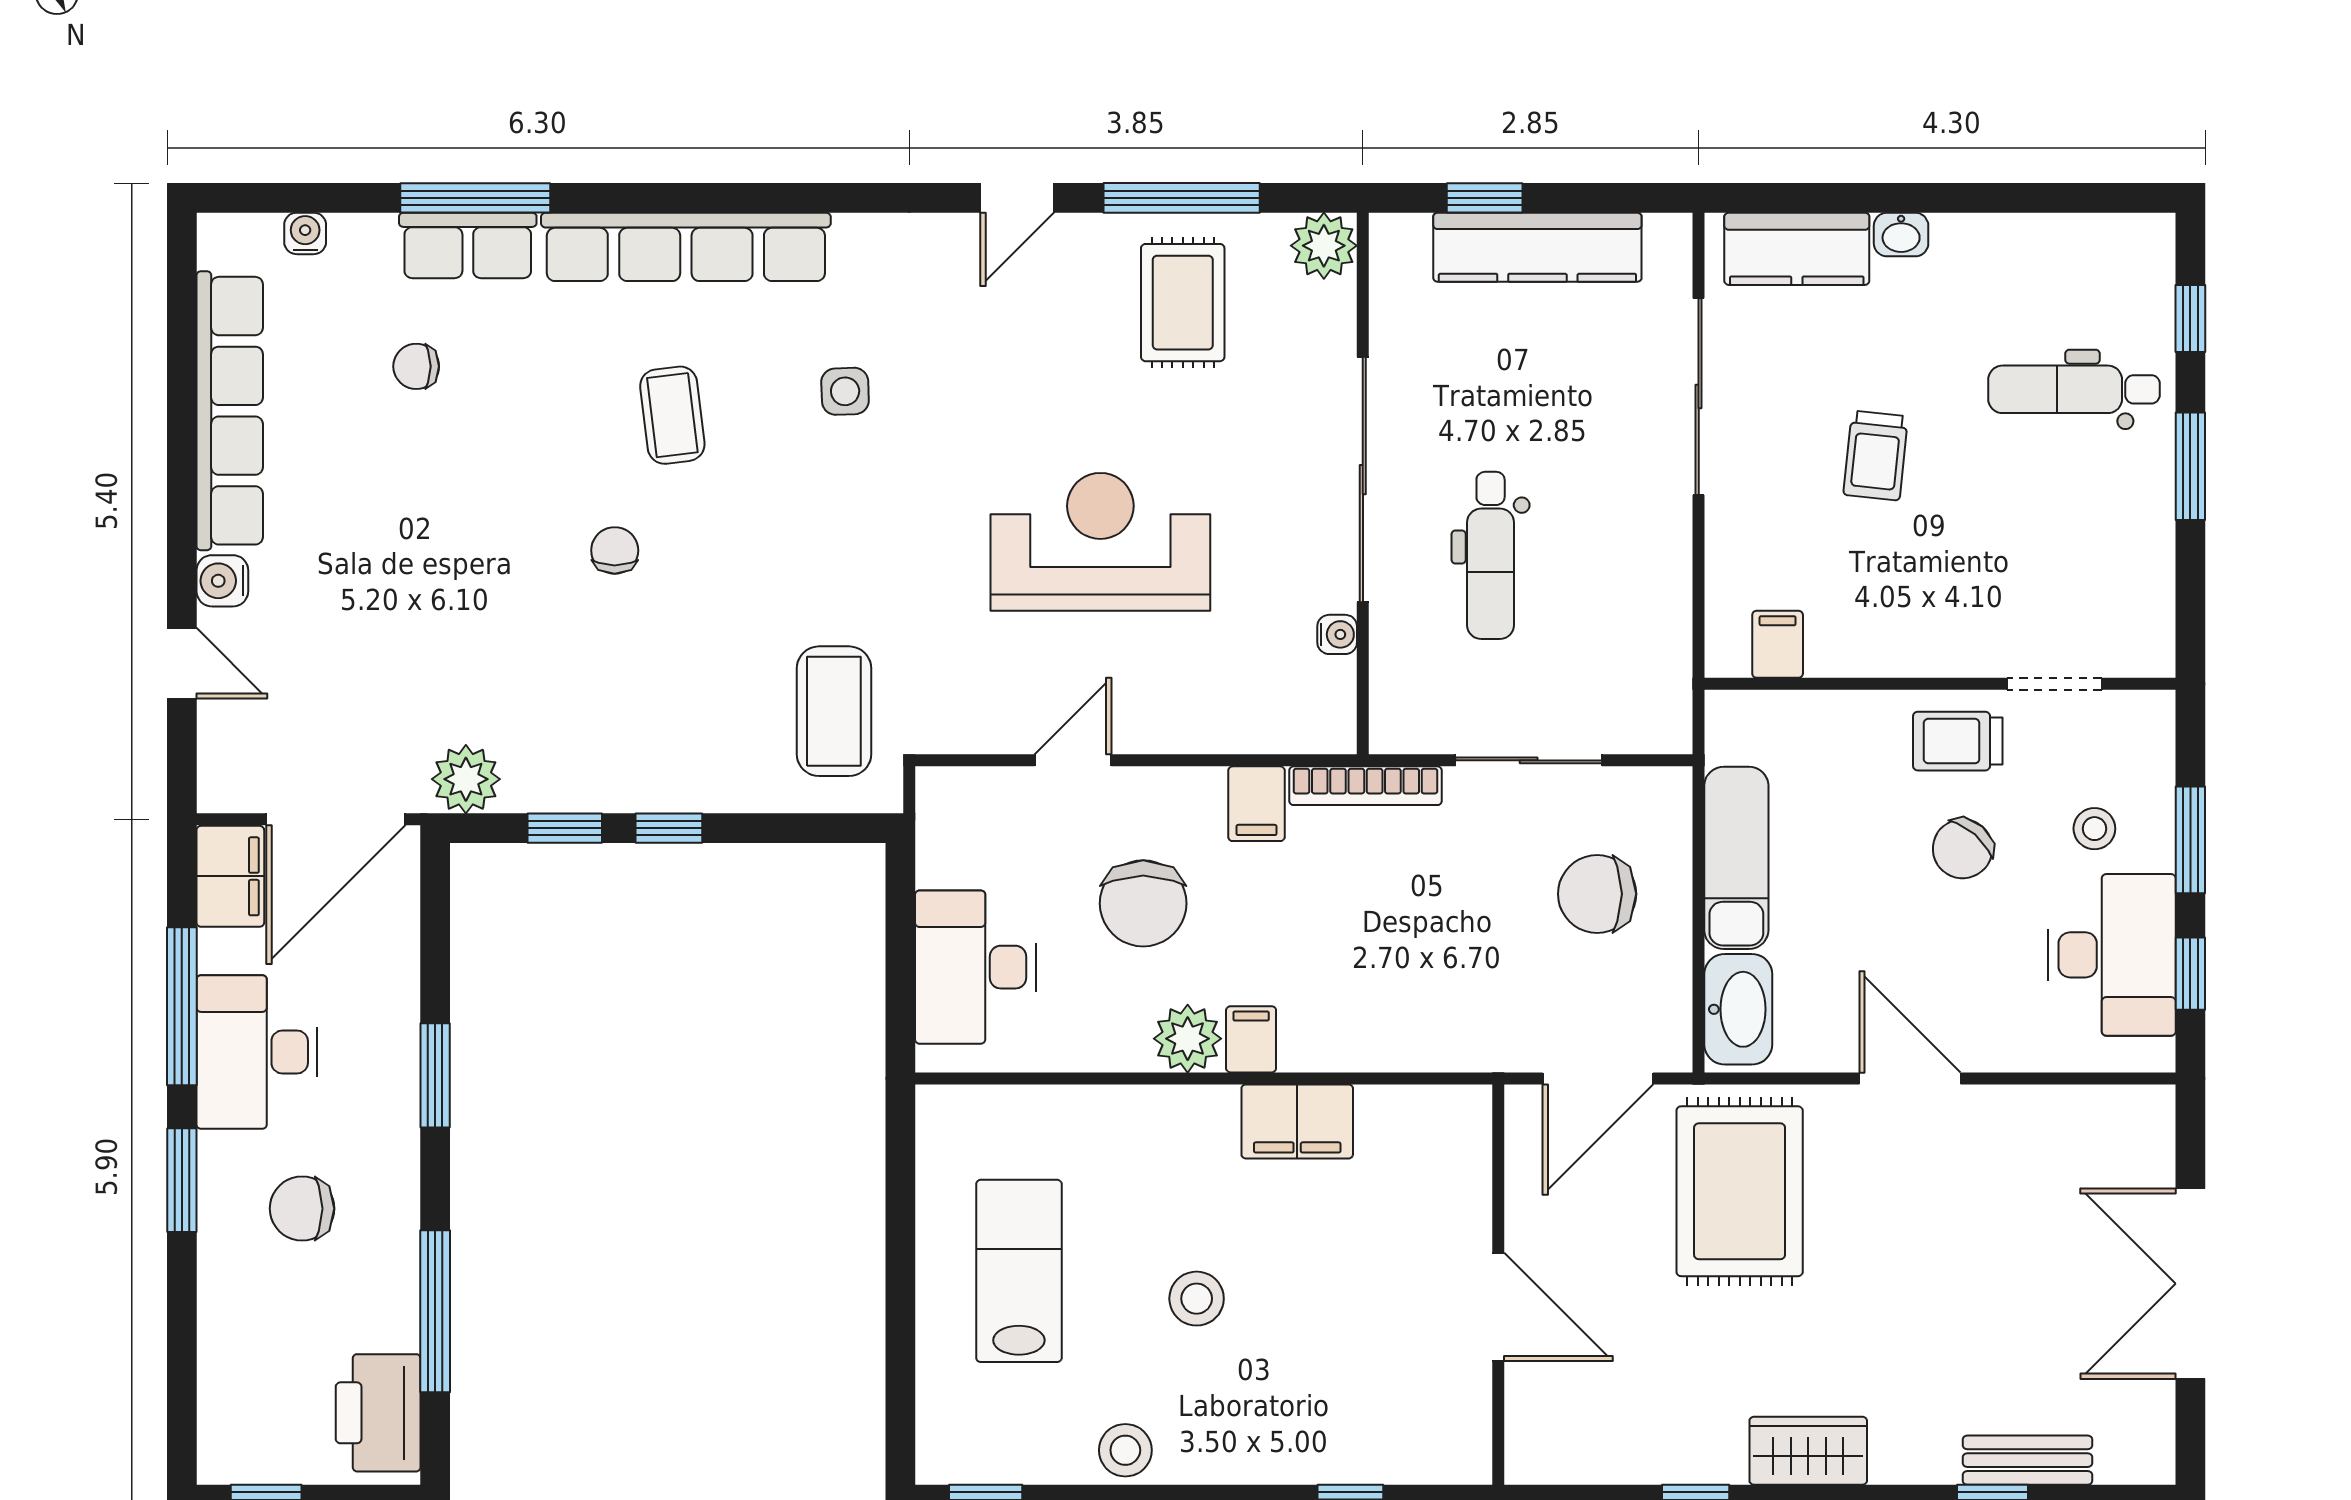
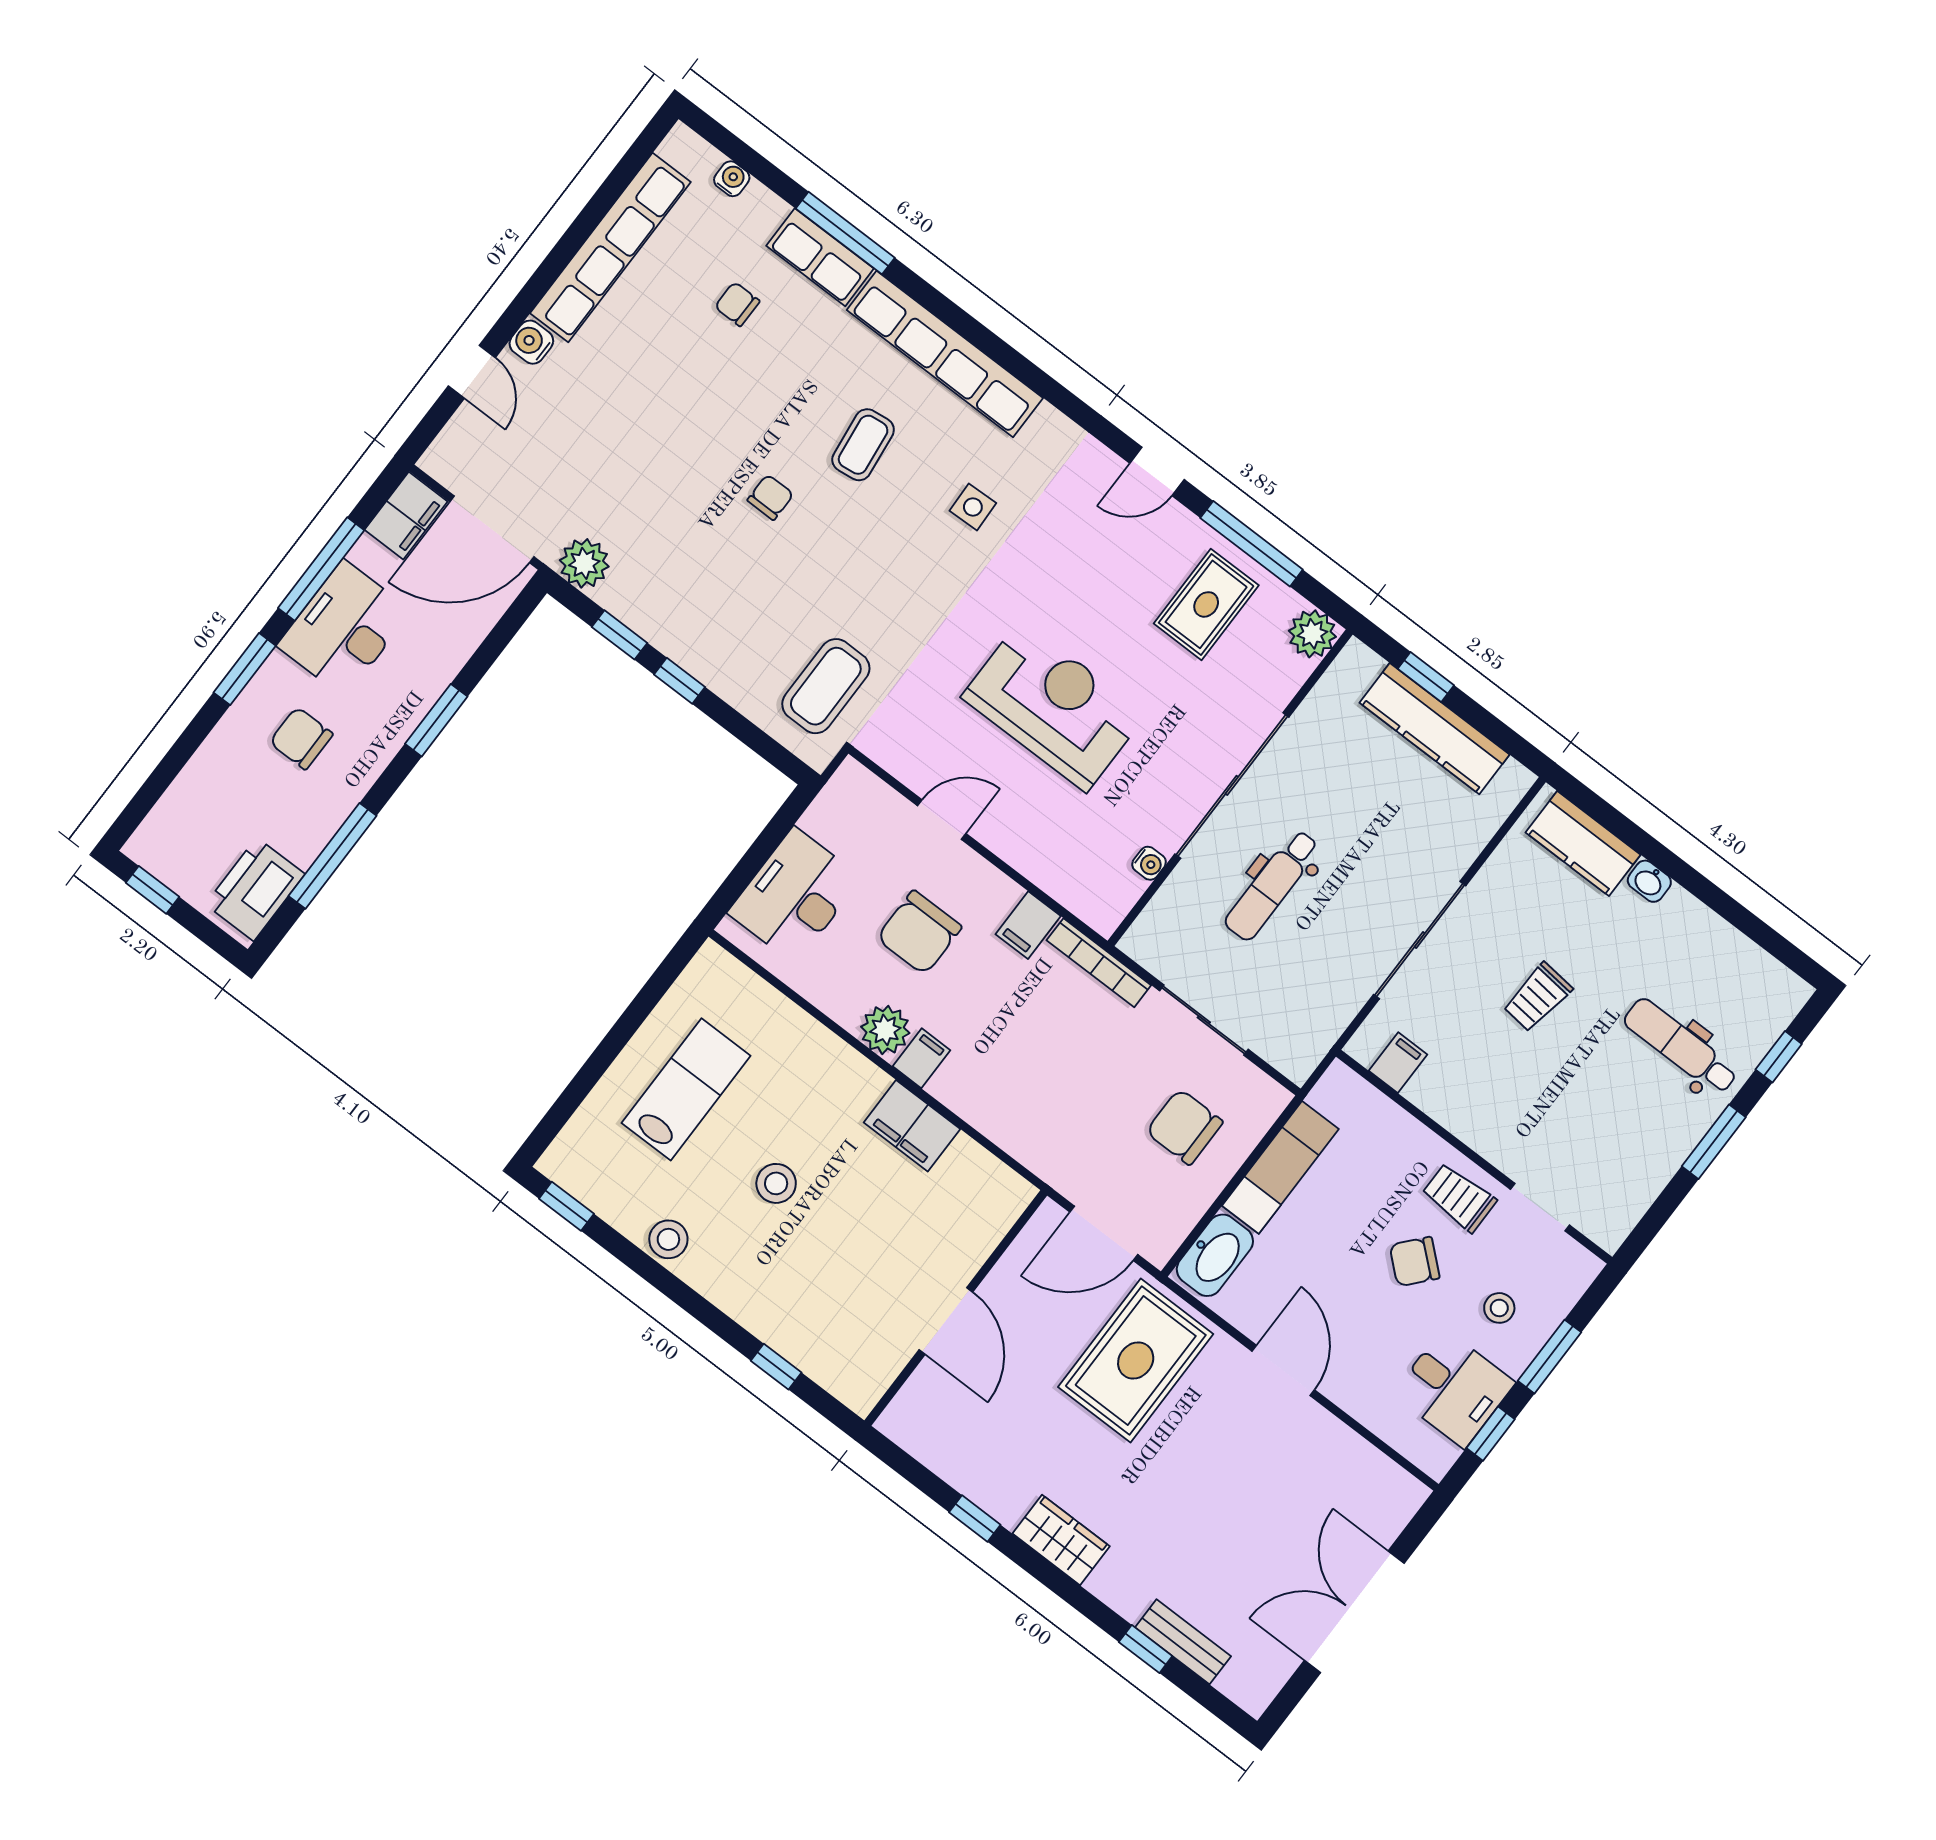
sliding door: (1699, 397) -> (1420, 940), moved
desk: (2112, 955) -> (1454, 1388), width x0.73

